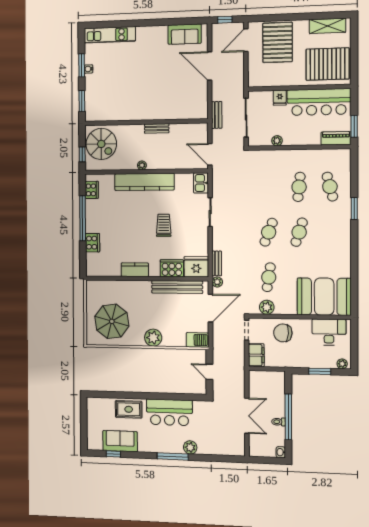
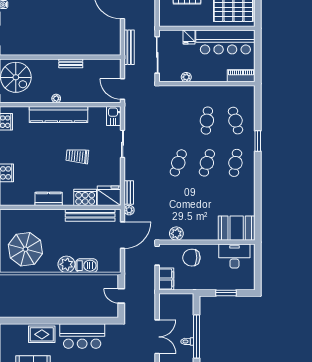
bench: (217, 115) -> (129, 47), width x1.36
window: (354, 126) -> (258, 65), removed
trolley: (164, 225) -> (77, 156), turned -85
cafe table: (269, 277) -> (235, 163), moved
booth: (324, 297) -> (237, 228), width x0.73, depth x0.70
barbecue: (197, 340) -> (87, 266), moved
plant: (342, 364) -> (247, 285), removed

